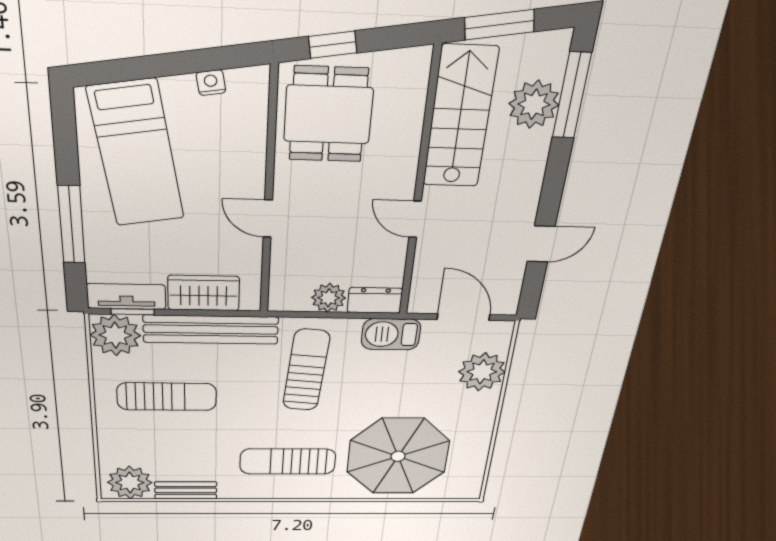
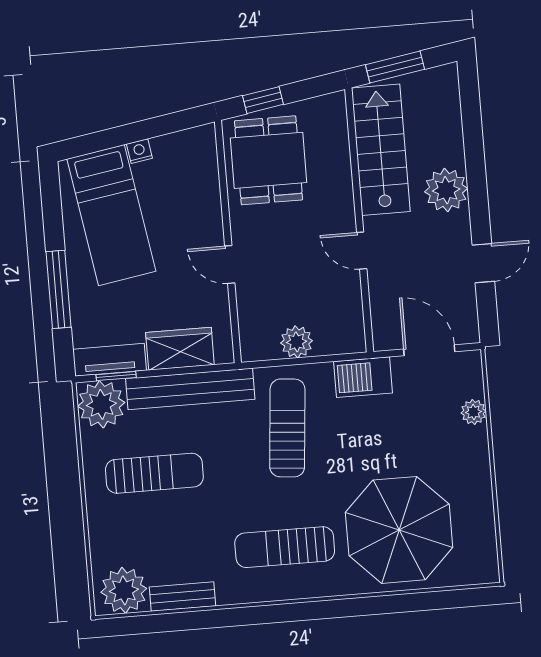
nightstand: (211, 83) -> (139, 151), moved
window: (572, 96) -> (471, 119), removed
plant: (534, 104) -> (446, 190), moved
dresser: (375, 300) -> (341, 340), removed
plant: (482, 372) -> (474, 412), width x0.53, depth x0.53

